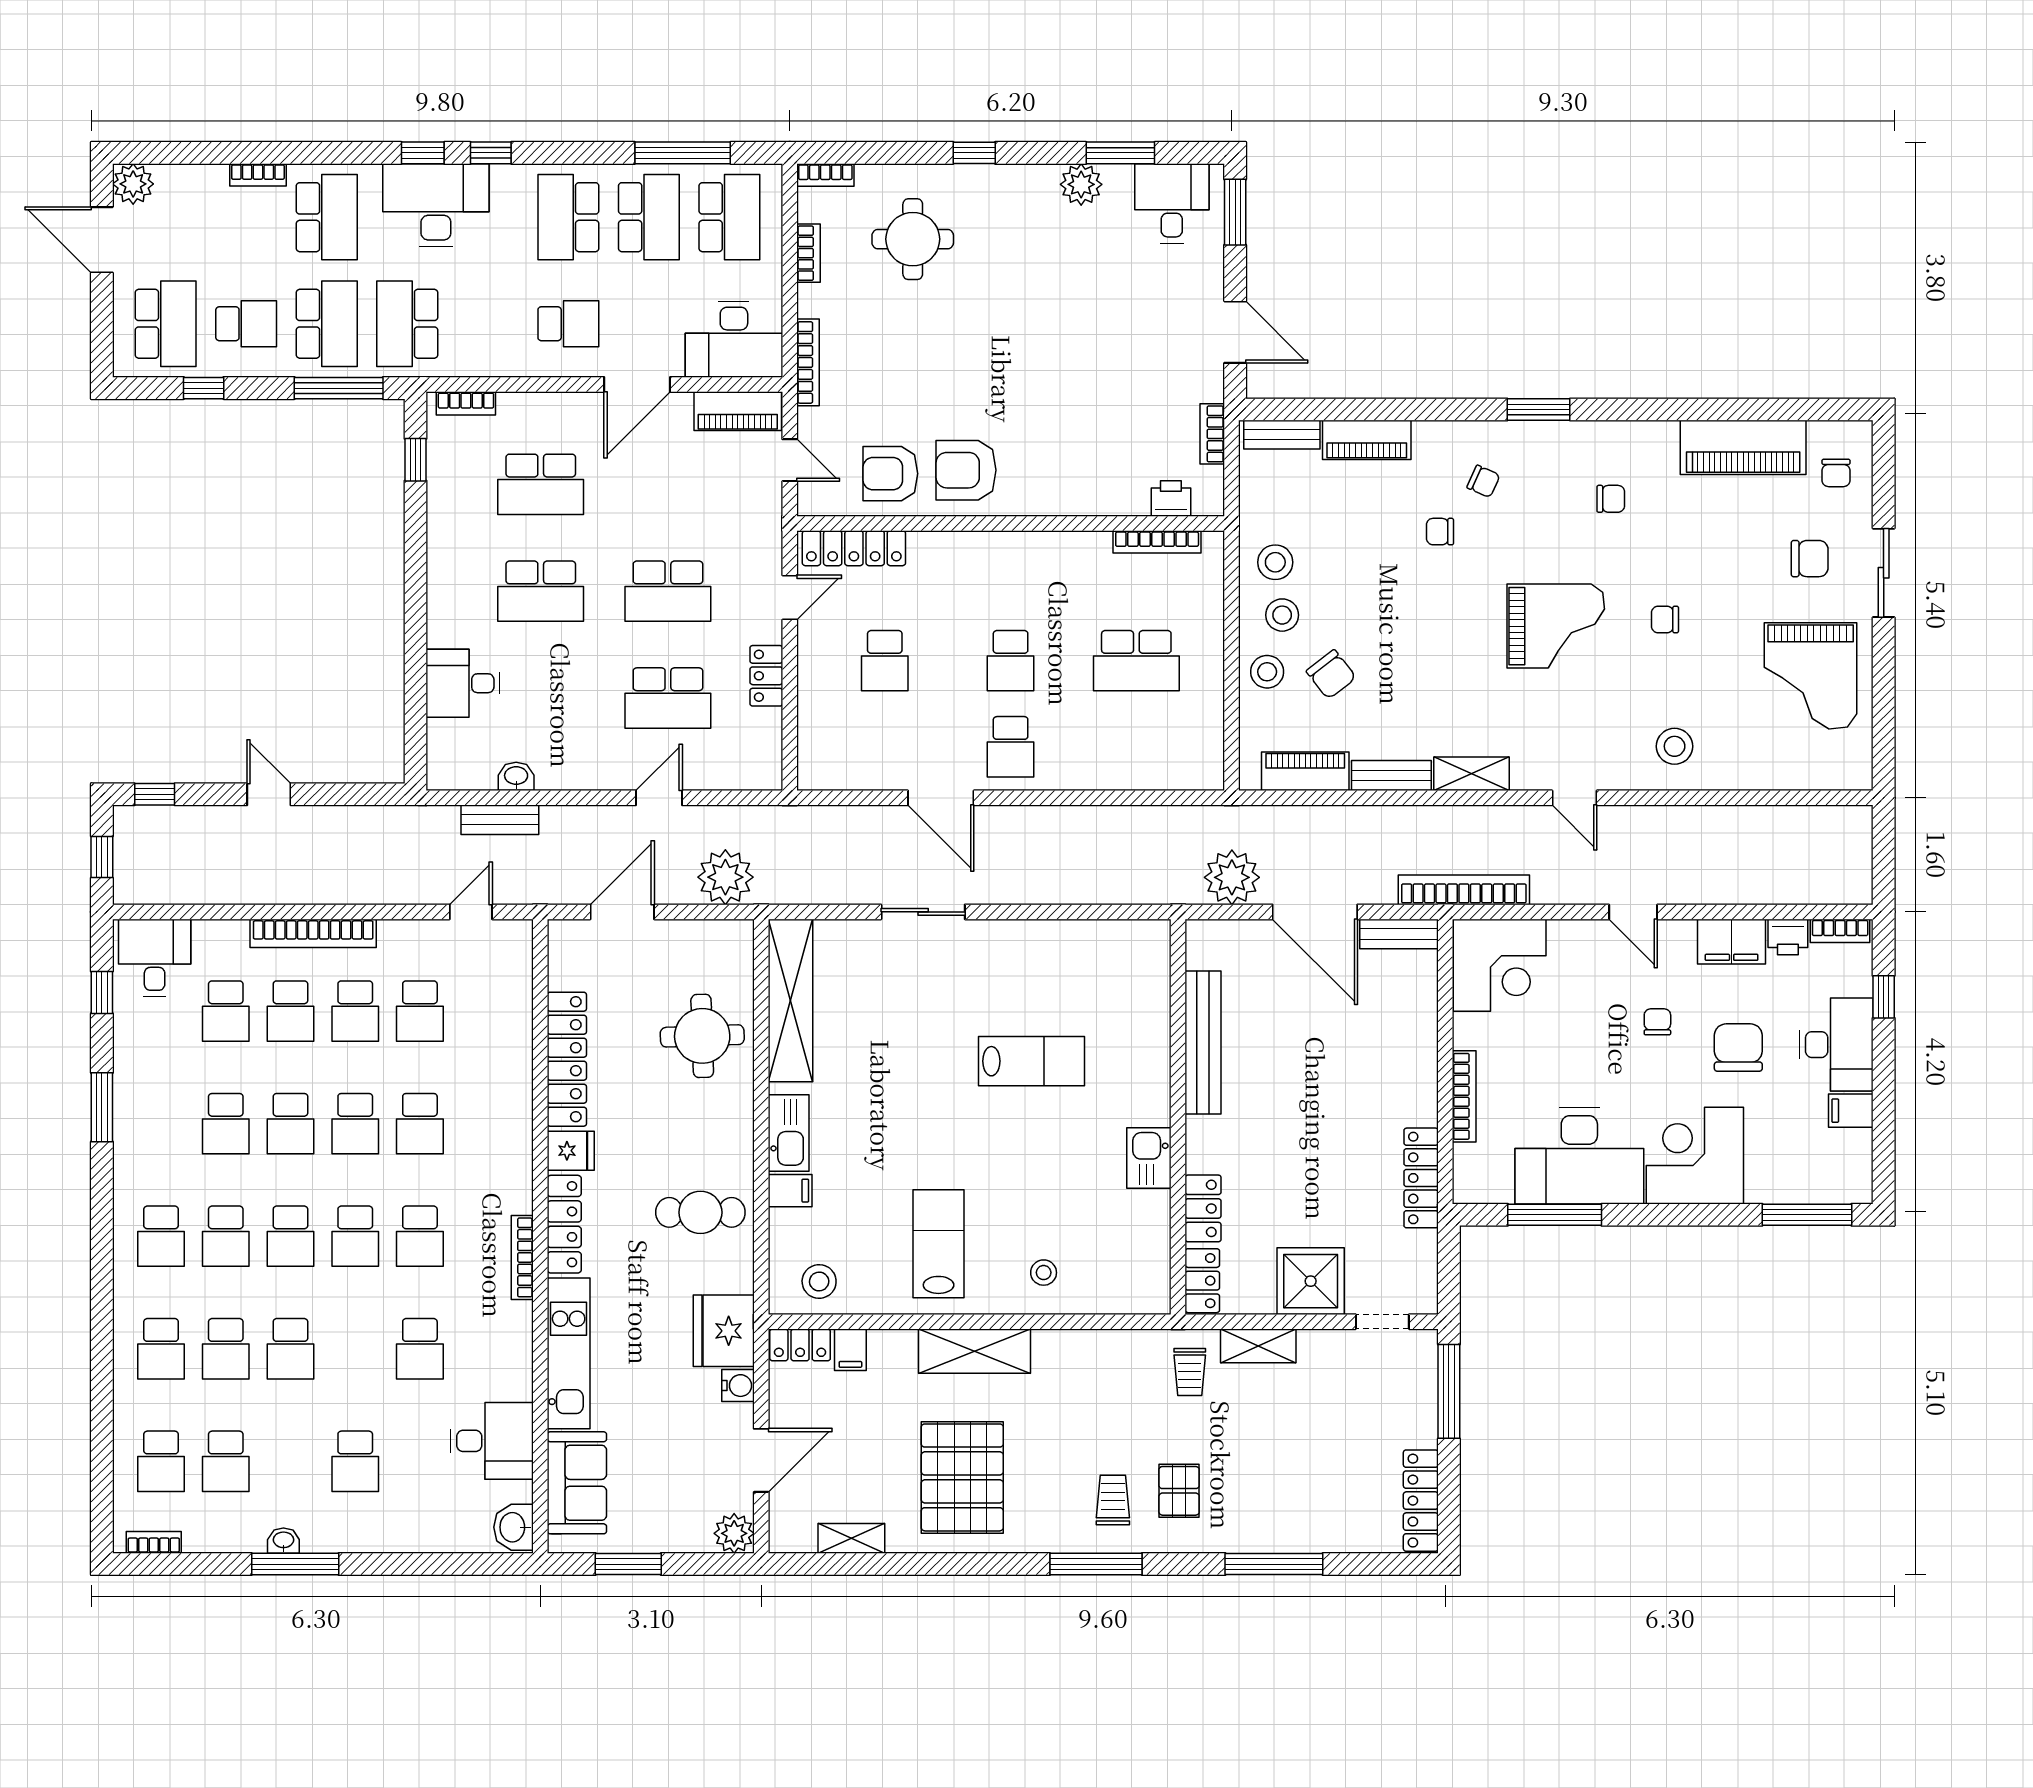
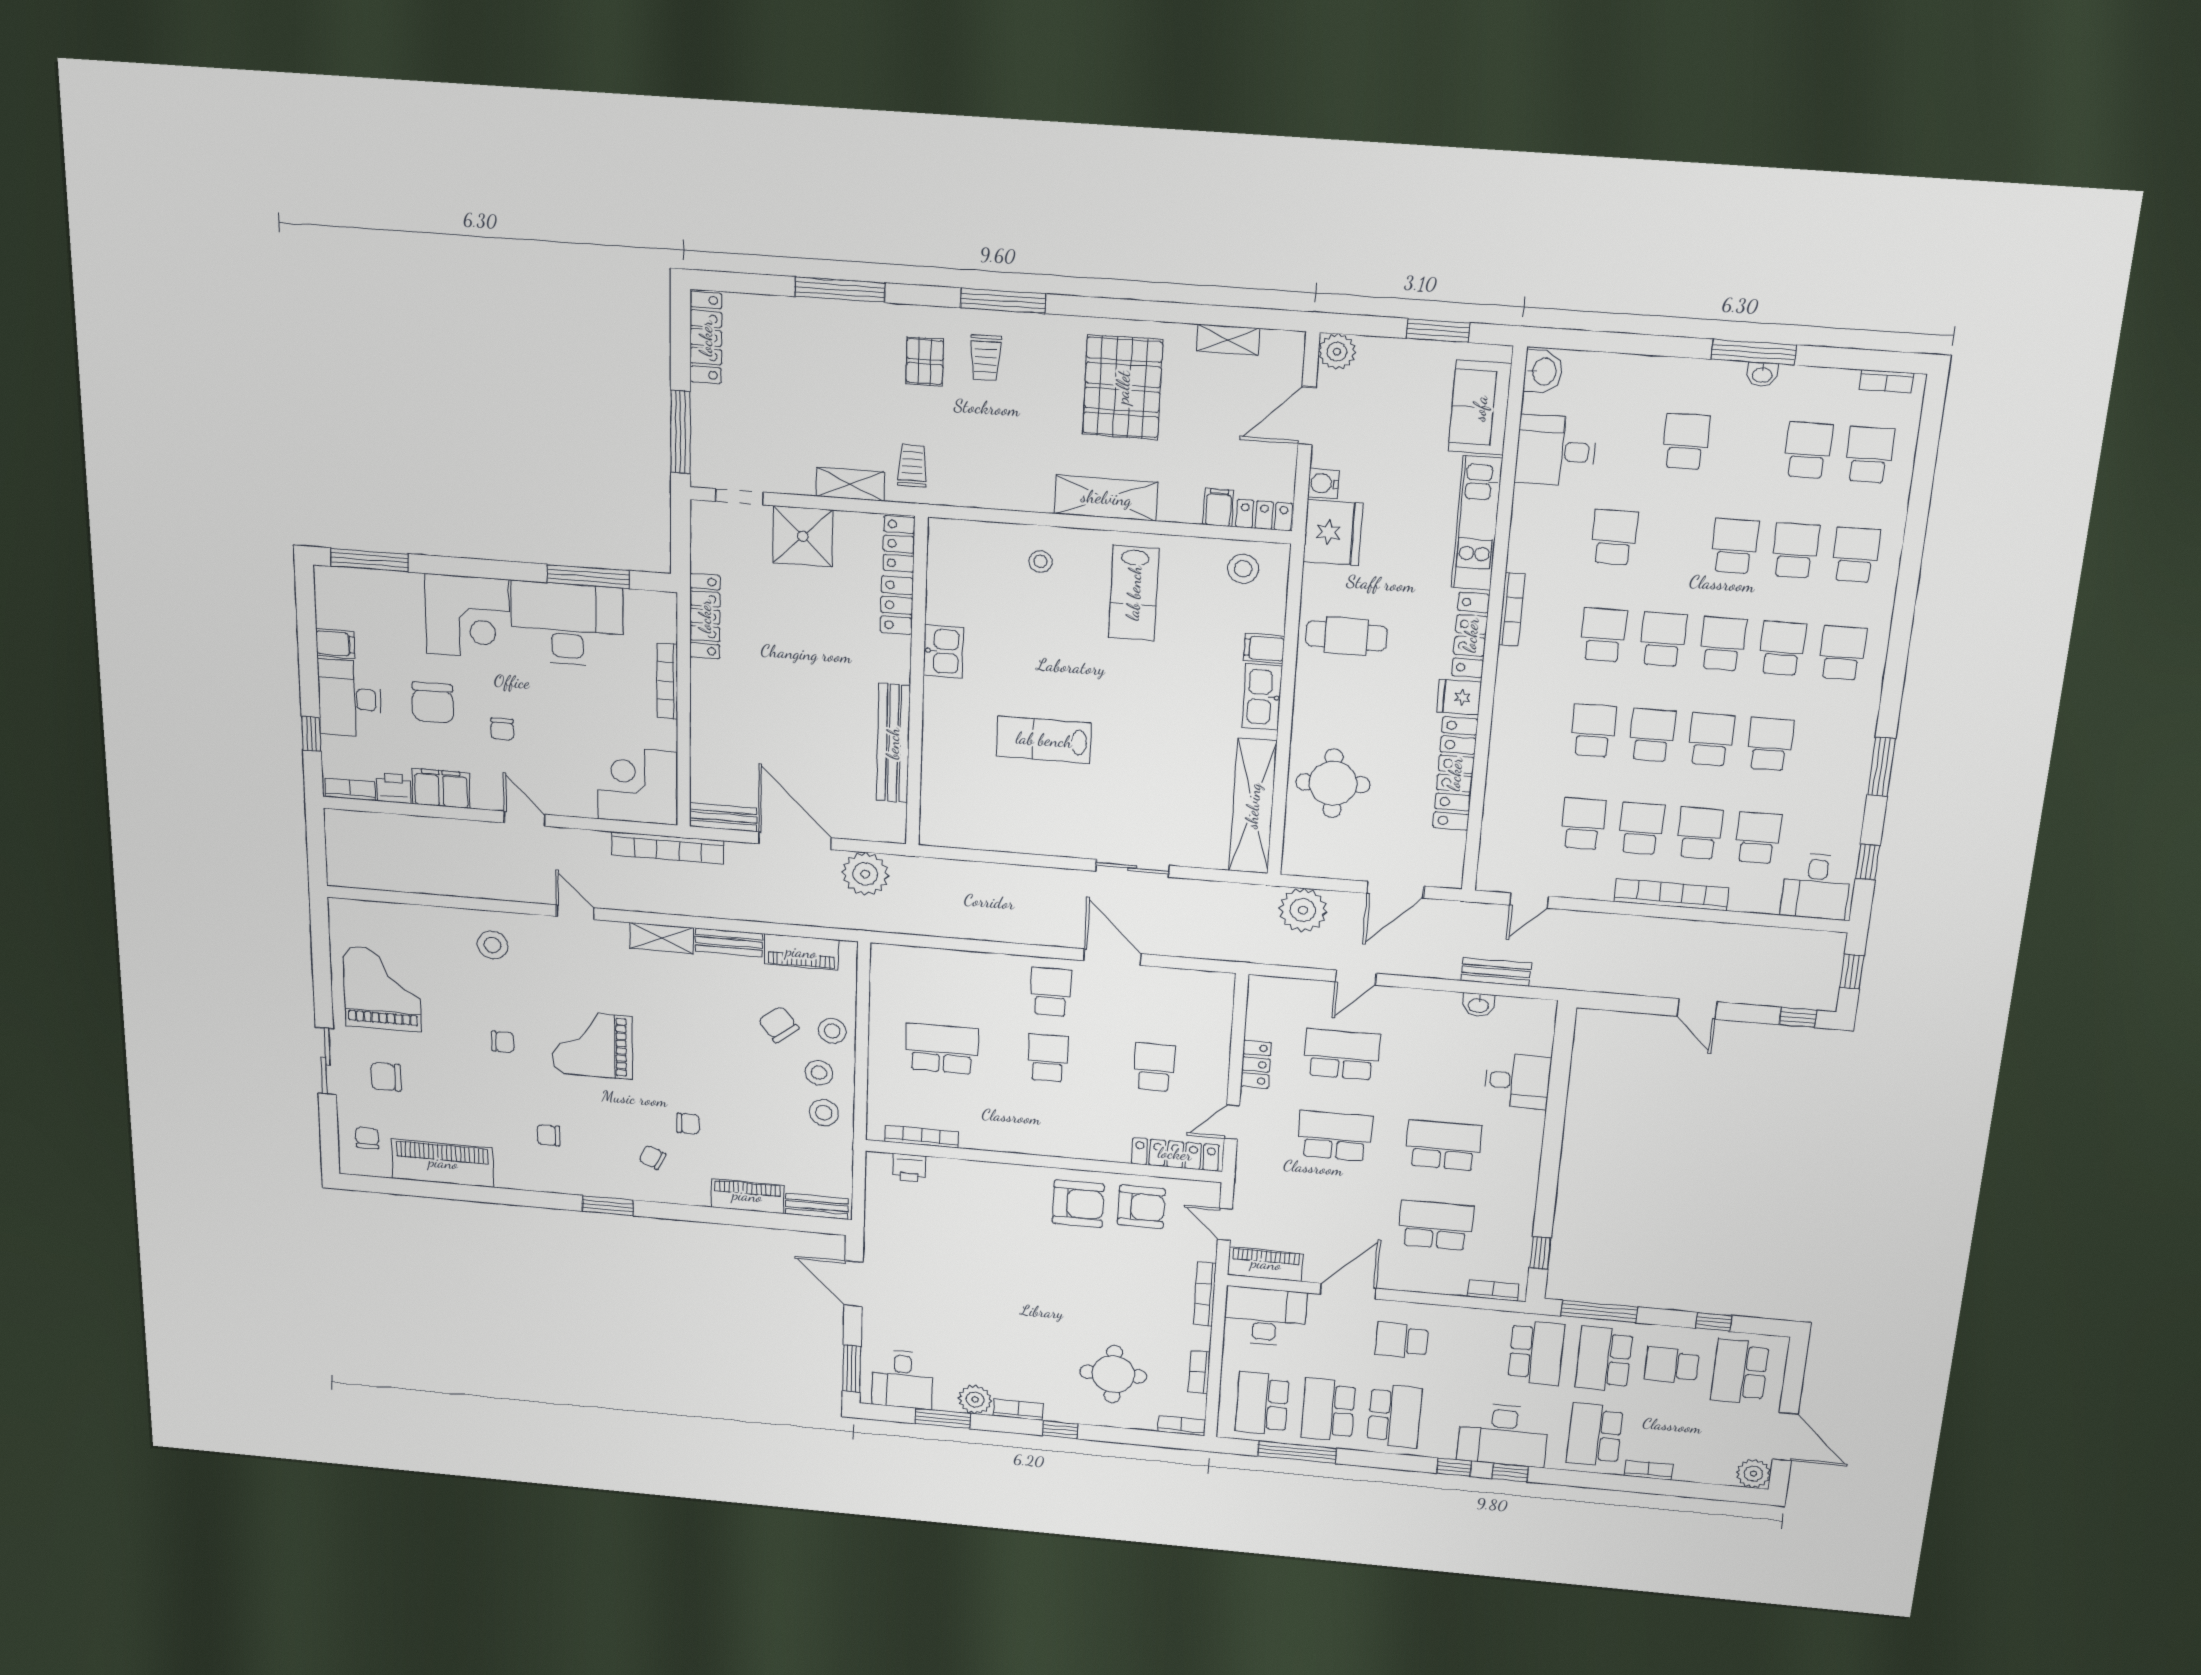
bookcase: (1212, 434) -> (1018, 1410), moved, turned -90

